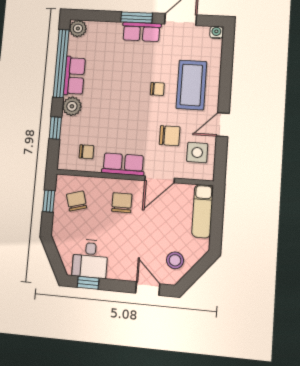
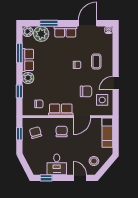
window: (137, 18) -> (49, 23), moved
plant: (100, 34) -> (41, 34), added
window: (61, 63) -> (19, 53), width x0.47
coffee table: (191, 85) -> (96, 61), width x0.54, depth x0.58
desk: (90, 259) -> (57, 164), moved

